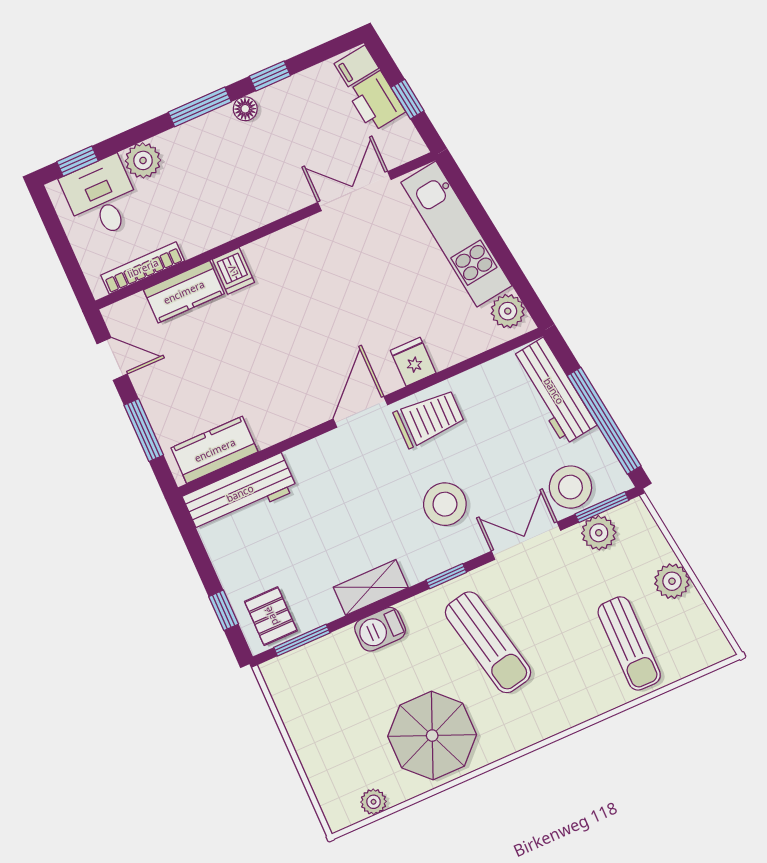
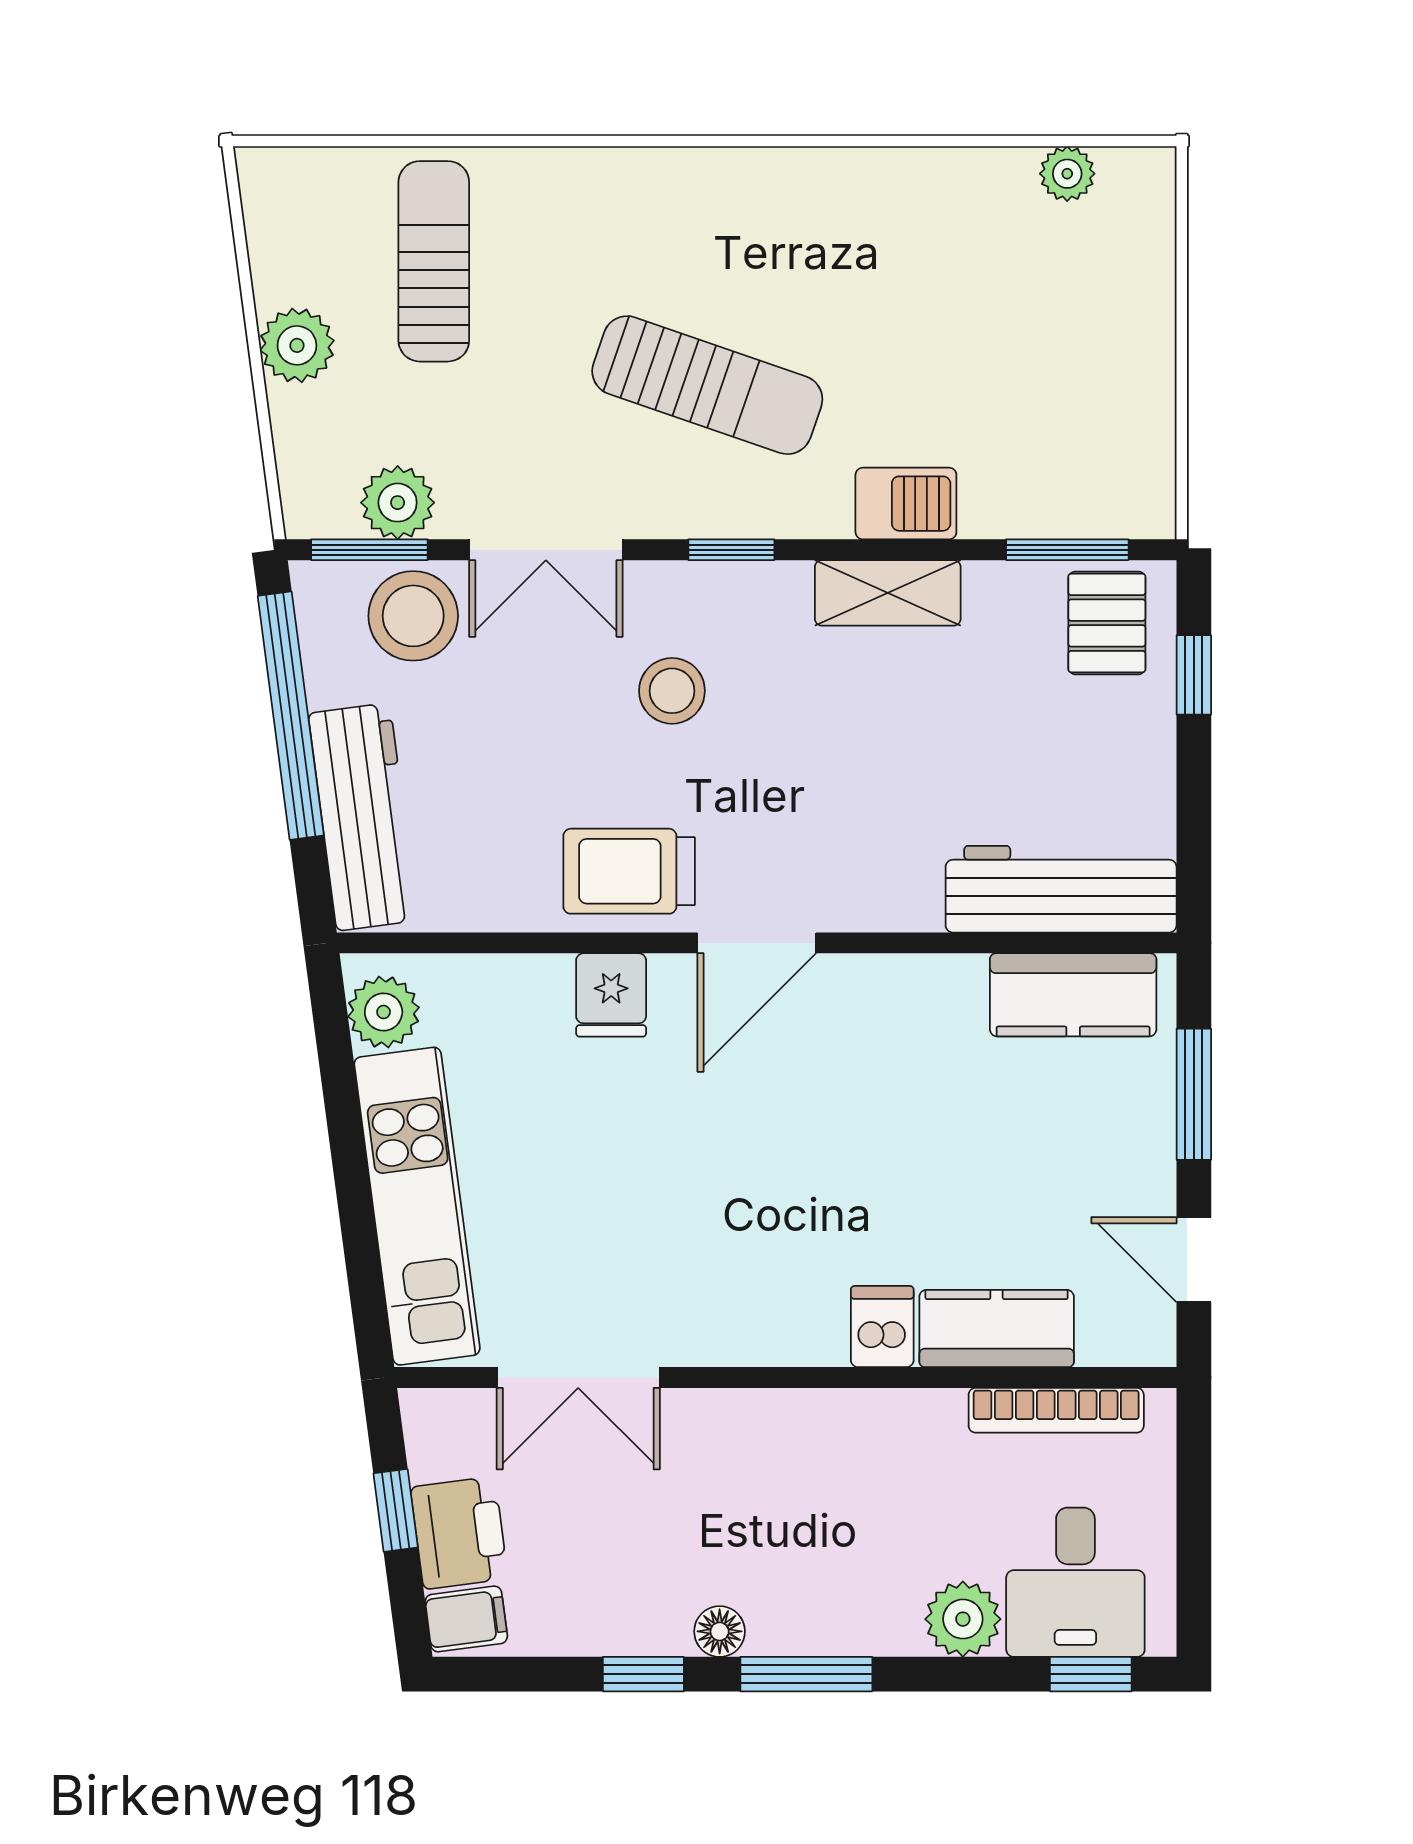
stool: (445, 504) -> (672, 691), width x0.73, depth x0.73
sun lounger: (488, 642) -> (707, 385), turned 121
parasol: (432, 736) -> (896, 252), removed

